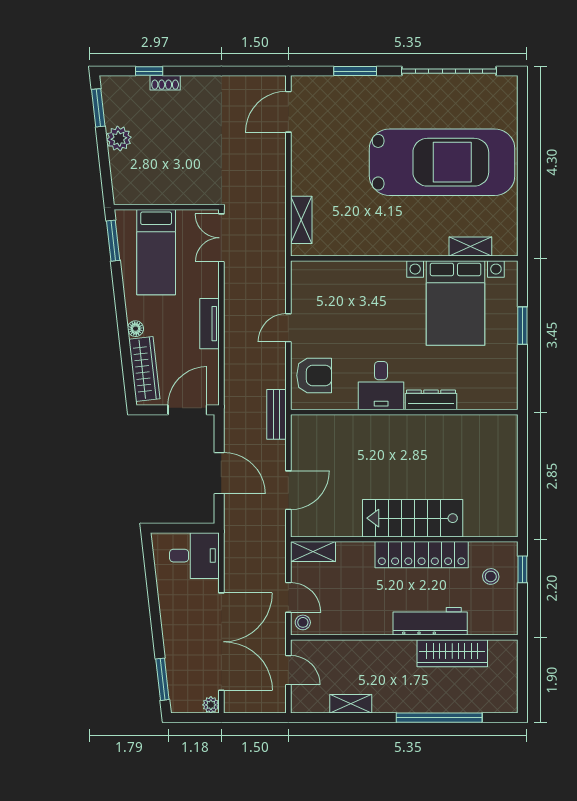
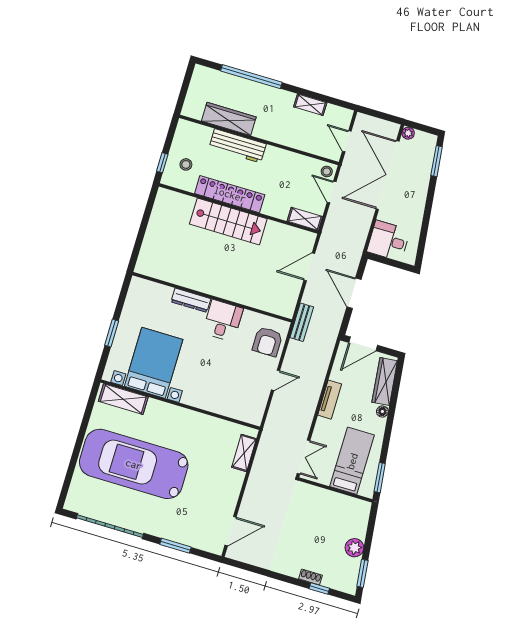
shelving: (470, 247) -> (123, 399), width x1.50, depth x1.33
armchair: (314, 375) -> (267, 342), turned -90

